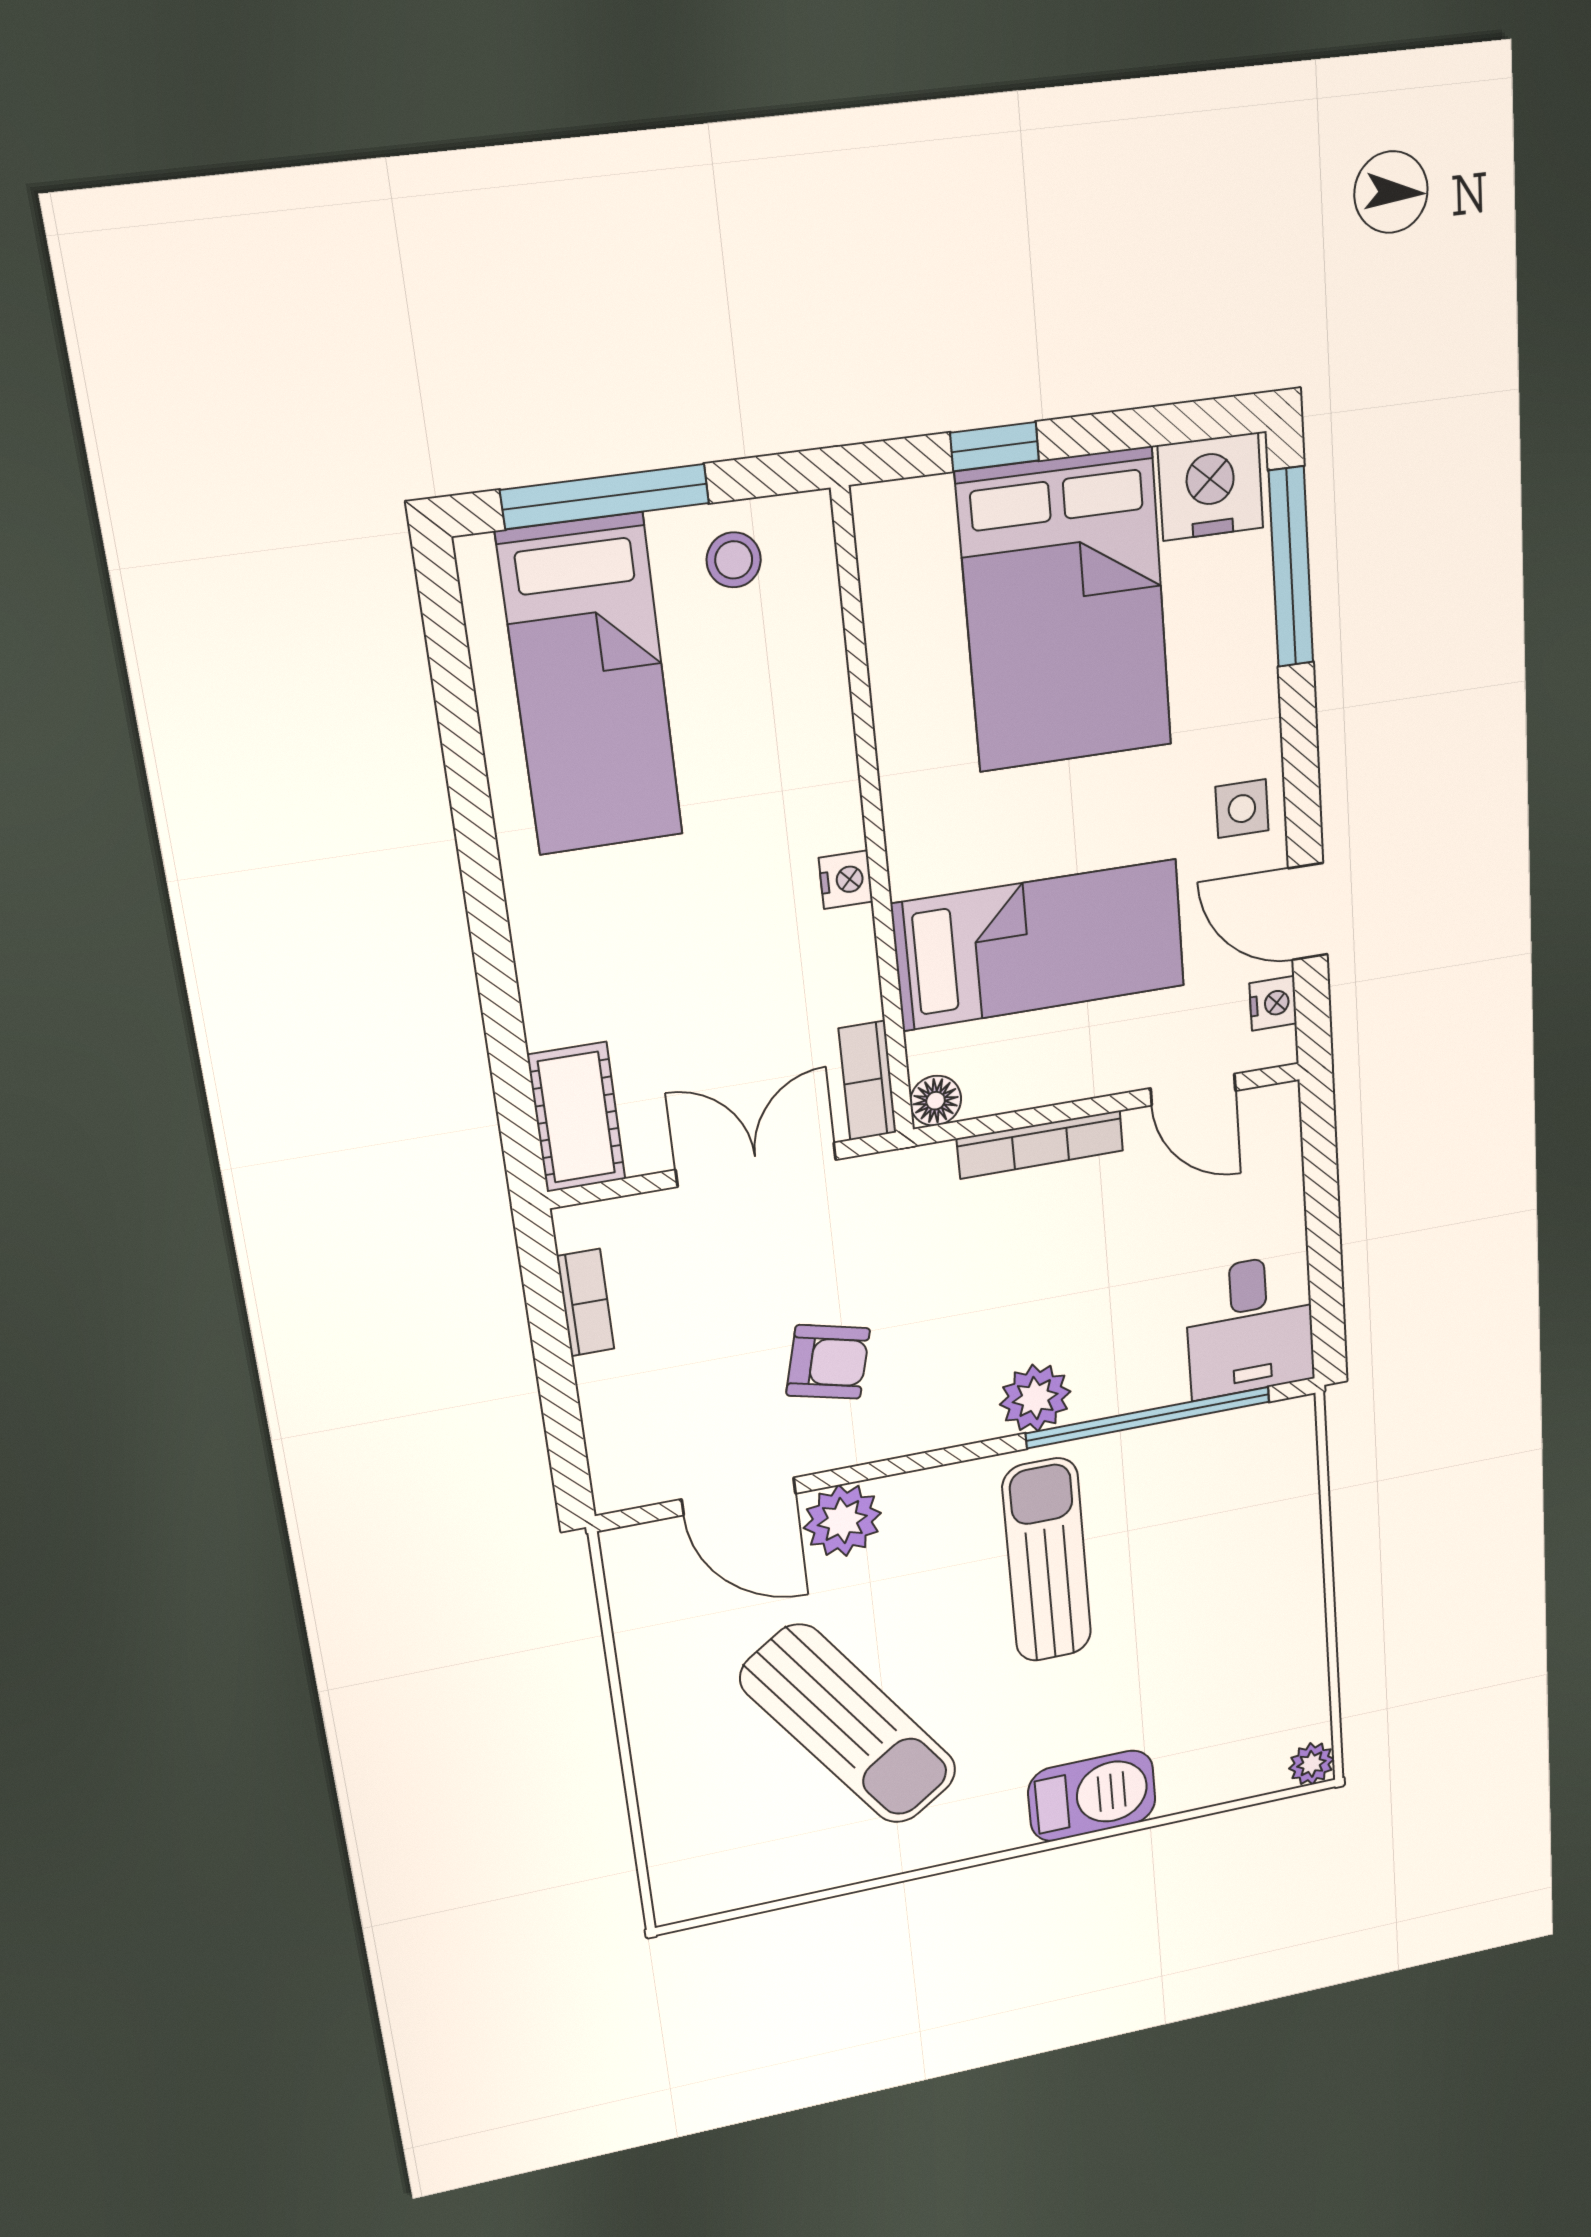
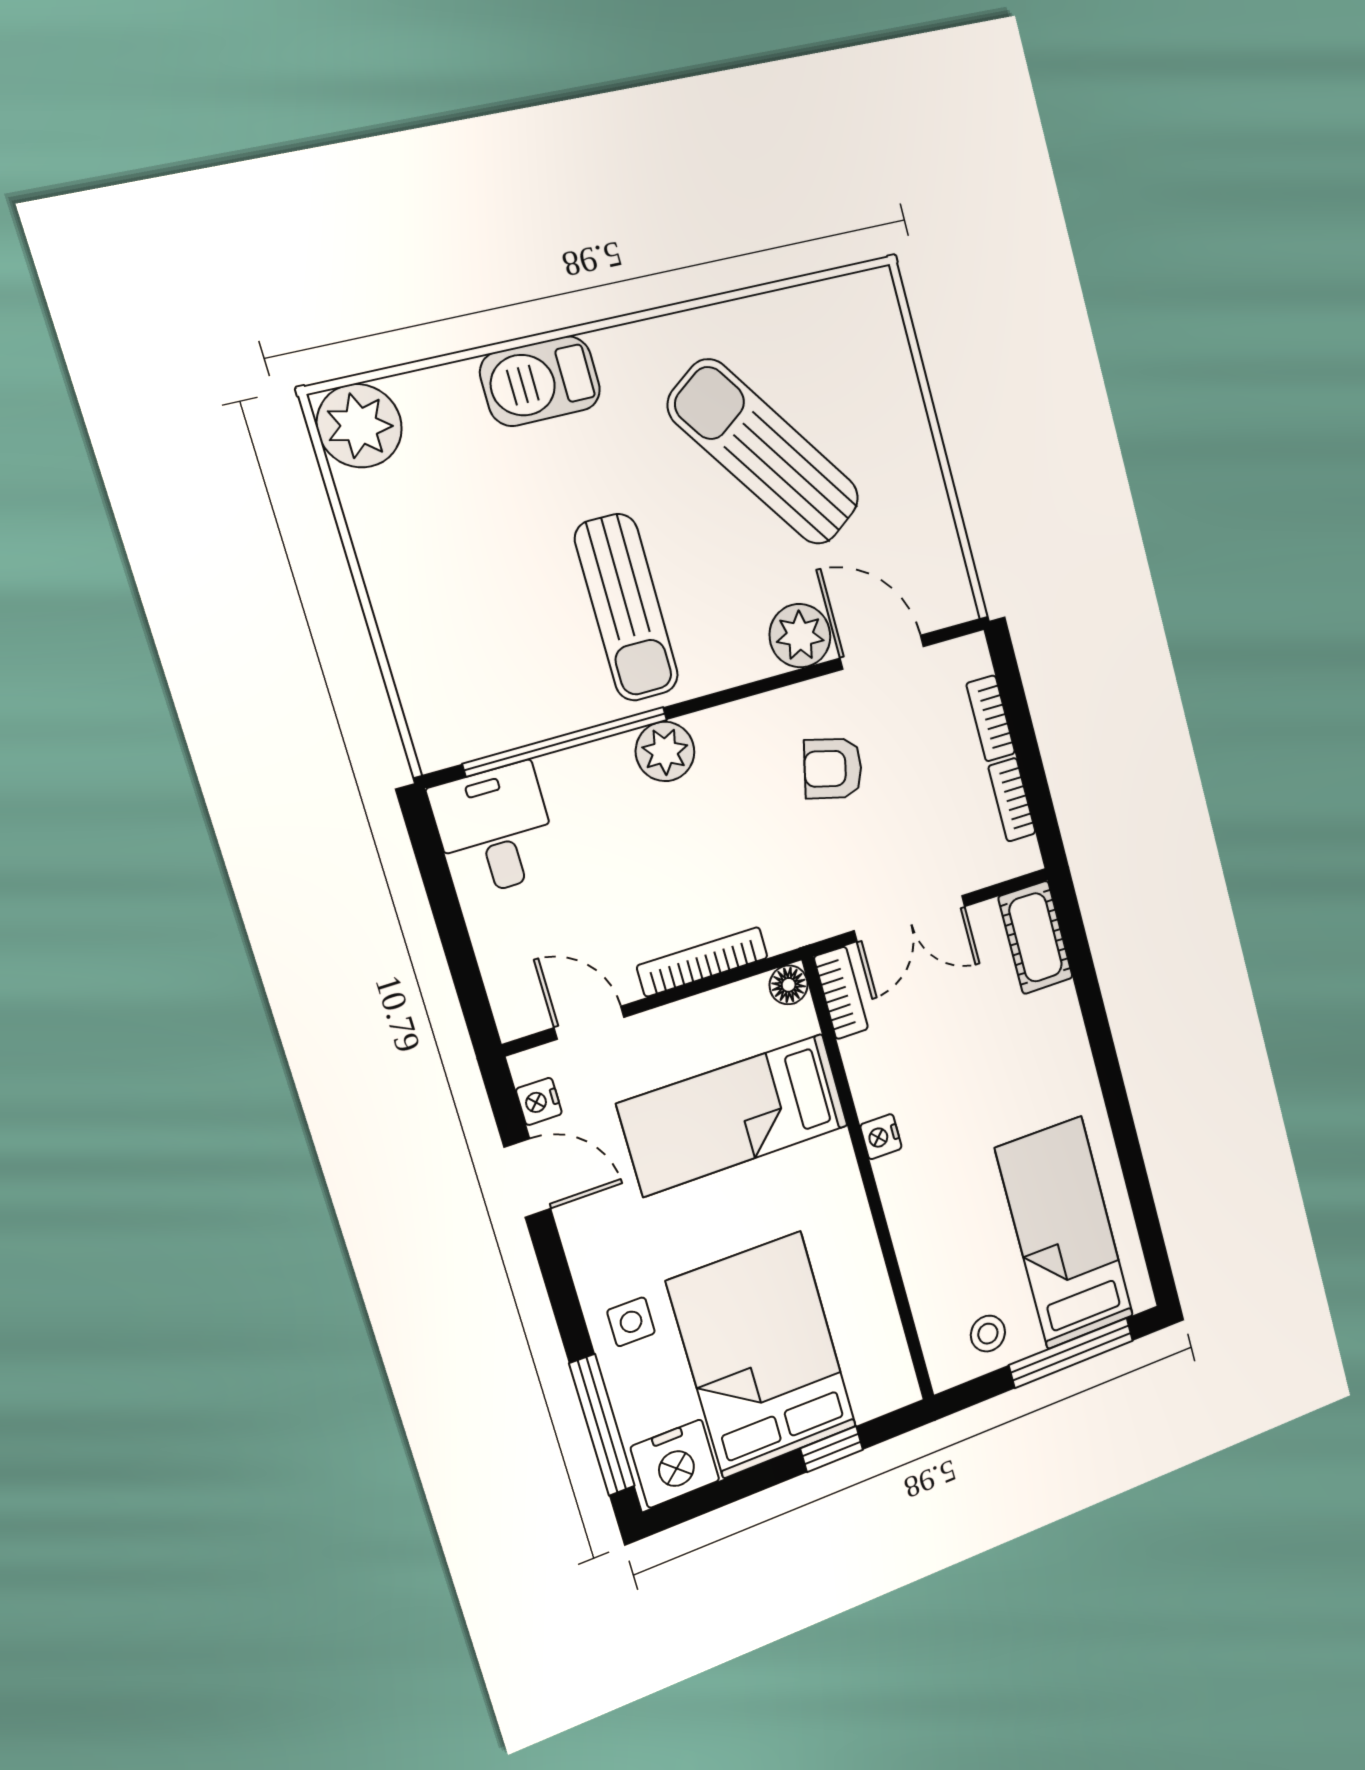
side table: (1242, 809) -> (631, 1322), moved
bookcase: (601, 1408) -> (991, 718), added
plant: (1311, 1764) -> (359, 426), width x1.88, depth x1.88

